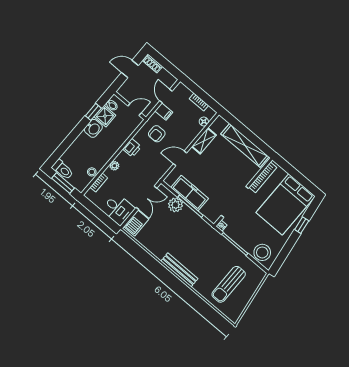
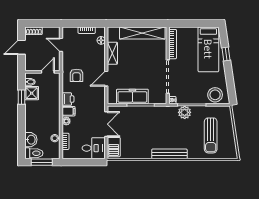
filing cabinet: (164, 112) -> (69, 111), moved
washbasin: (93, 128) -> (31, 140), moved
bed: (286, 204) -> (208, 49), width x0.67
plant: (175, 205) -> (185, 112), moved

